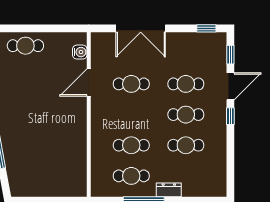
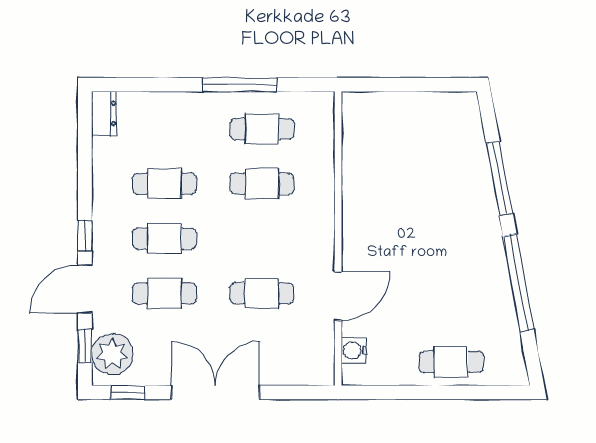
double door: (141, 28) -> (215, 392), moved
plant: (215, 50) -> (112, 354), added
dresser: (169, 190) -> (104, 113), moved, turned -90

